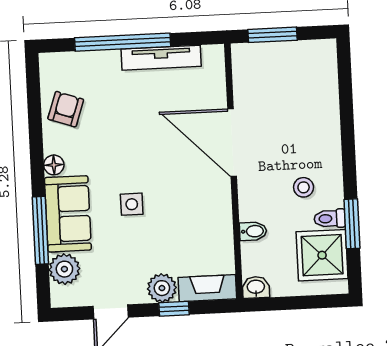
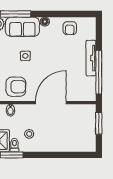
window: (123, 42) -> (99, 72), moved
tv unit: (161, 58) -> (91, 58), moved
armchair: (66, 109) -> (70, 28), turned 71
armchair: (201, 222) -> (16, 87), added

